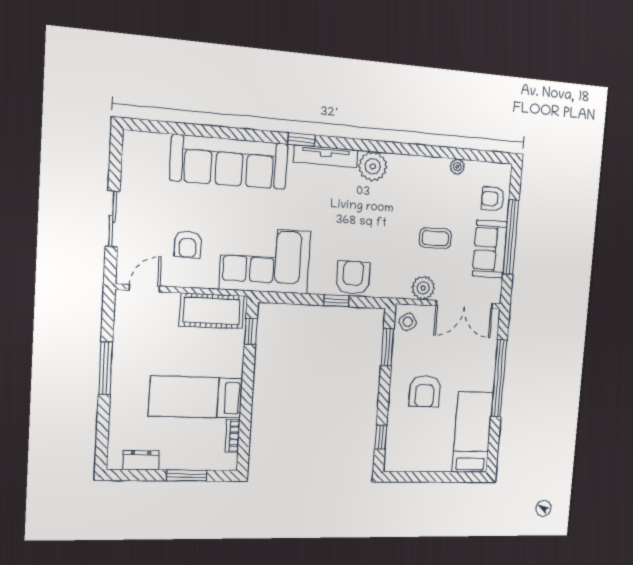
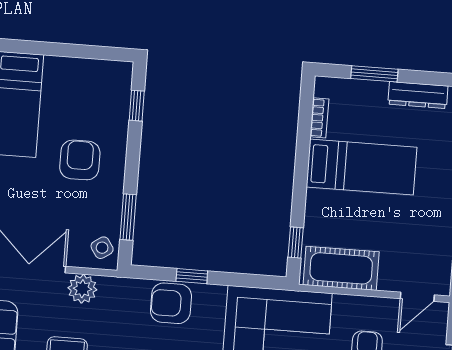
armchair: (353, 278) -> (171, 303), turned 90
dresser: (141, 460) -> (418, 95), width x1.44

